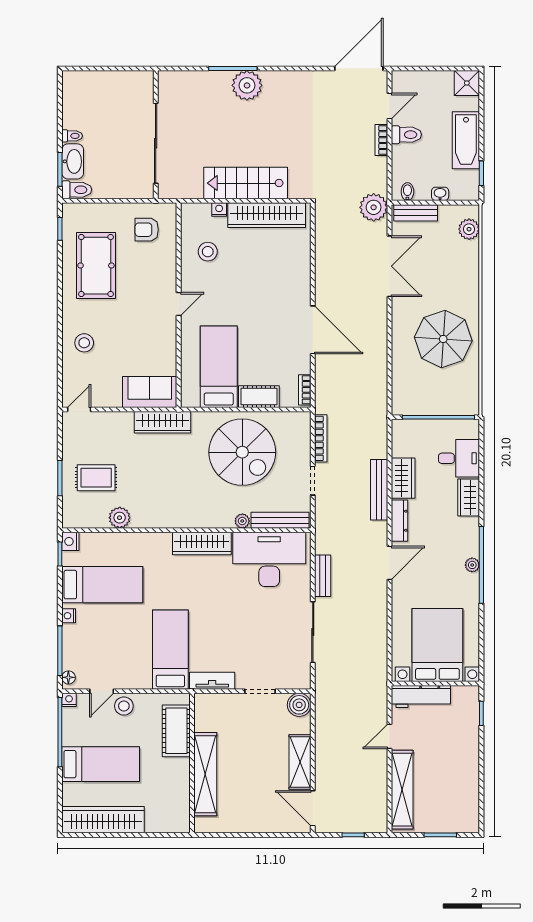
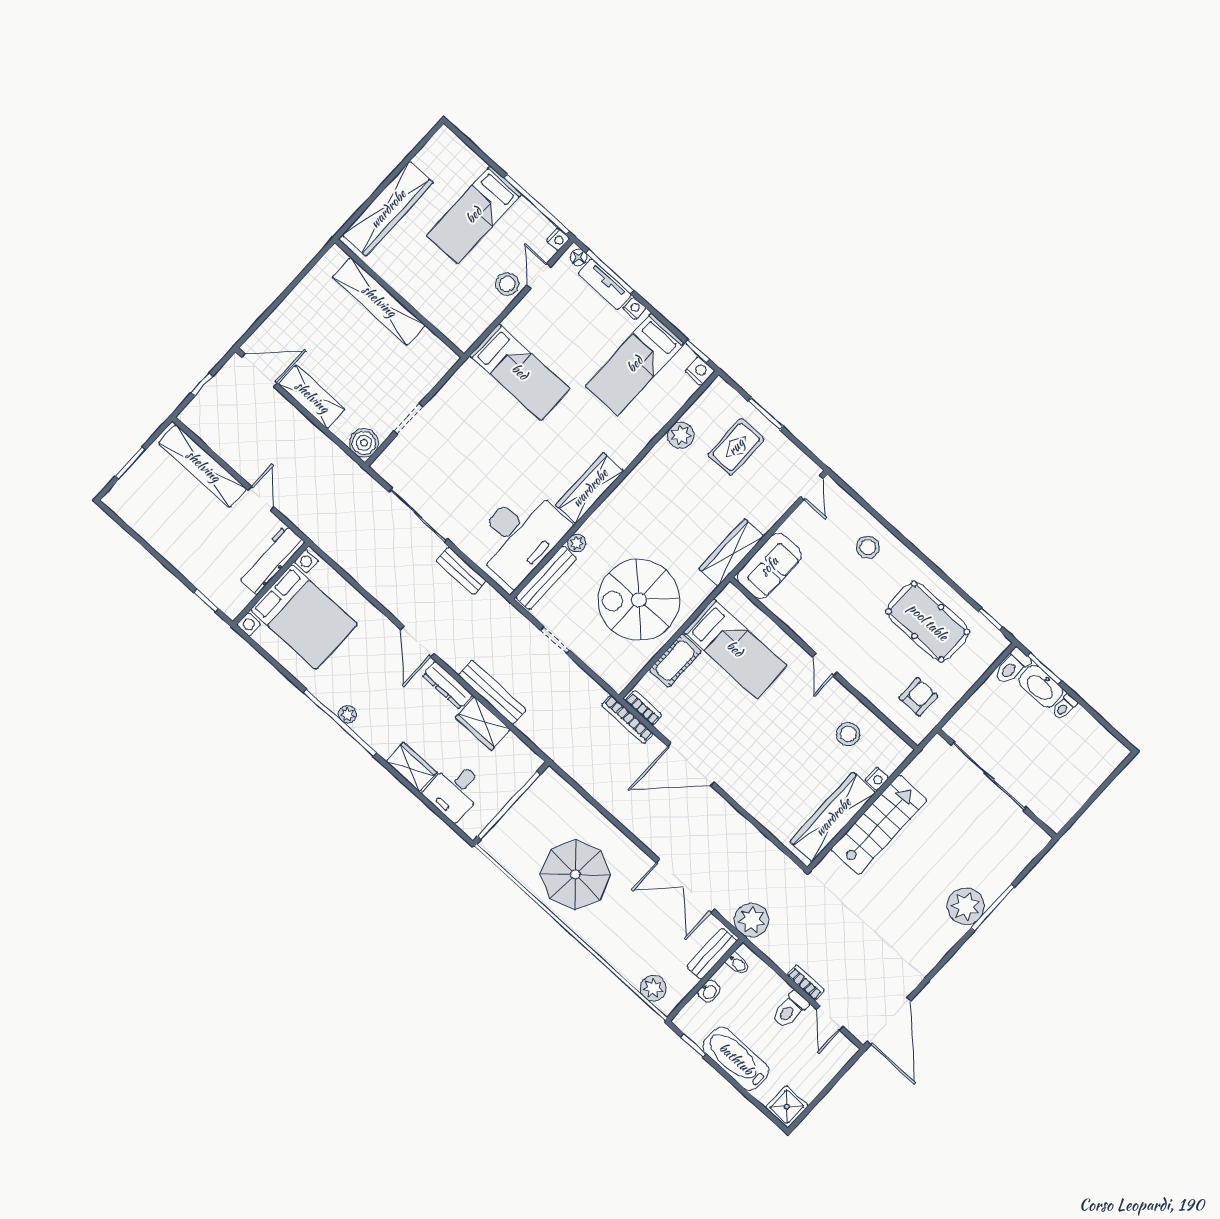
bookcase: (321, 438) -> (627, 719), moved
tv unit: (212, 681) -> (605, 284), moved, turned 90
cot: (176, 731) -> (442, 311), removed
wardrobe: (103, 820) -> (388, 209), moved

